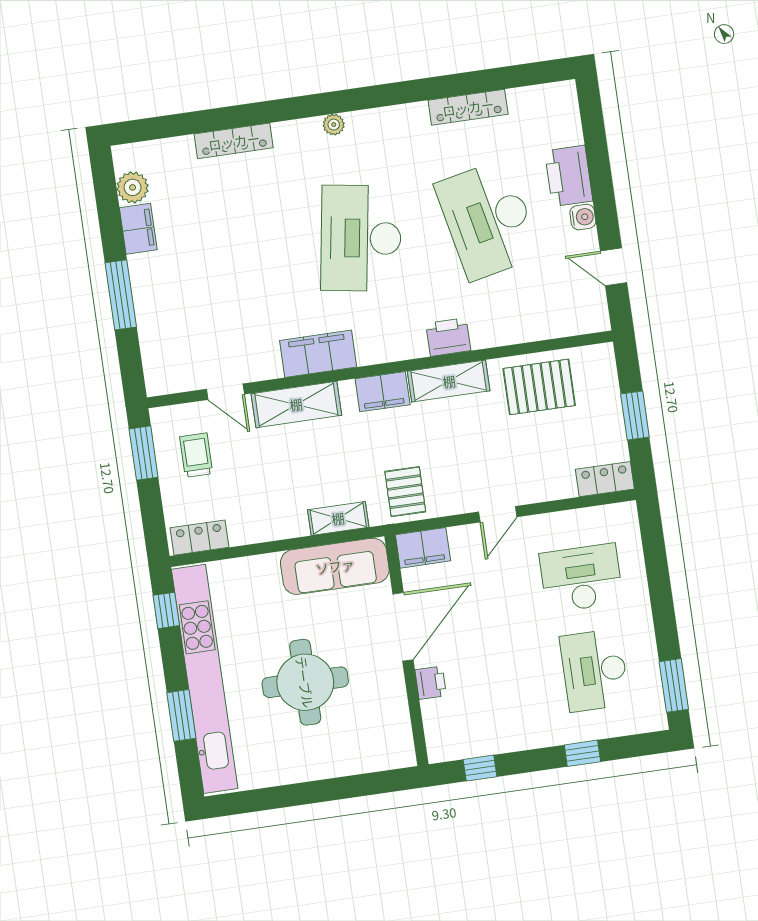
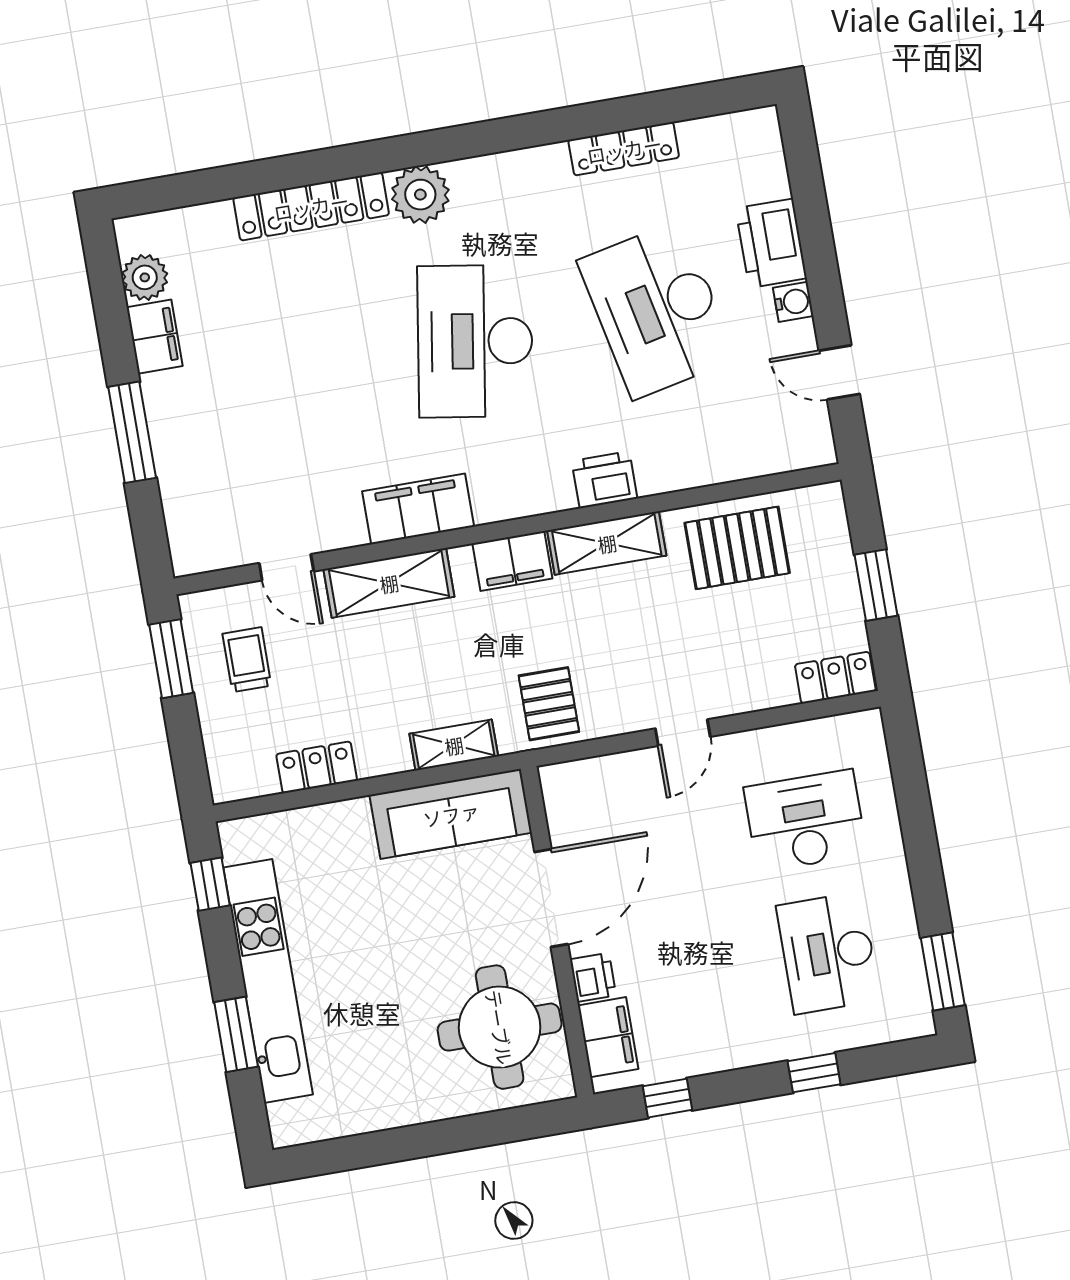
plant: (334, 125) -> (420, 195), width x1.87, depth x1.87
locker: (234, 141) -> (311, 206), width x1.41, depth x1.21
locker: (199, 538) -> (317, 767), moved
filing cabinet: (423, 548) -> (608, 1037), moved, turned -90
kitchen unit: (205, 679) -> (268, 981), width x0.73
round table: (305, 682) -> (500, 1027), moved

